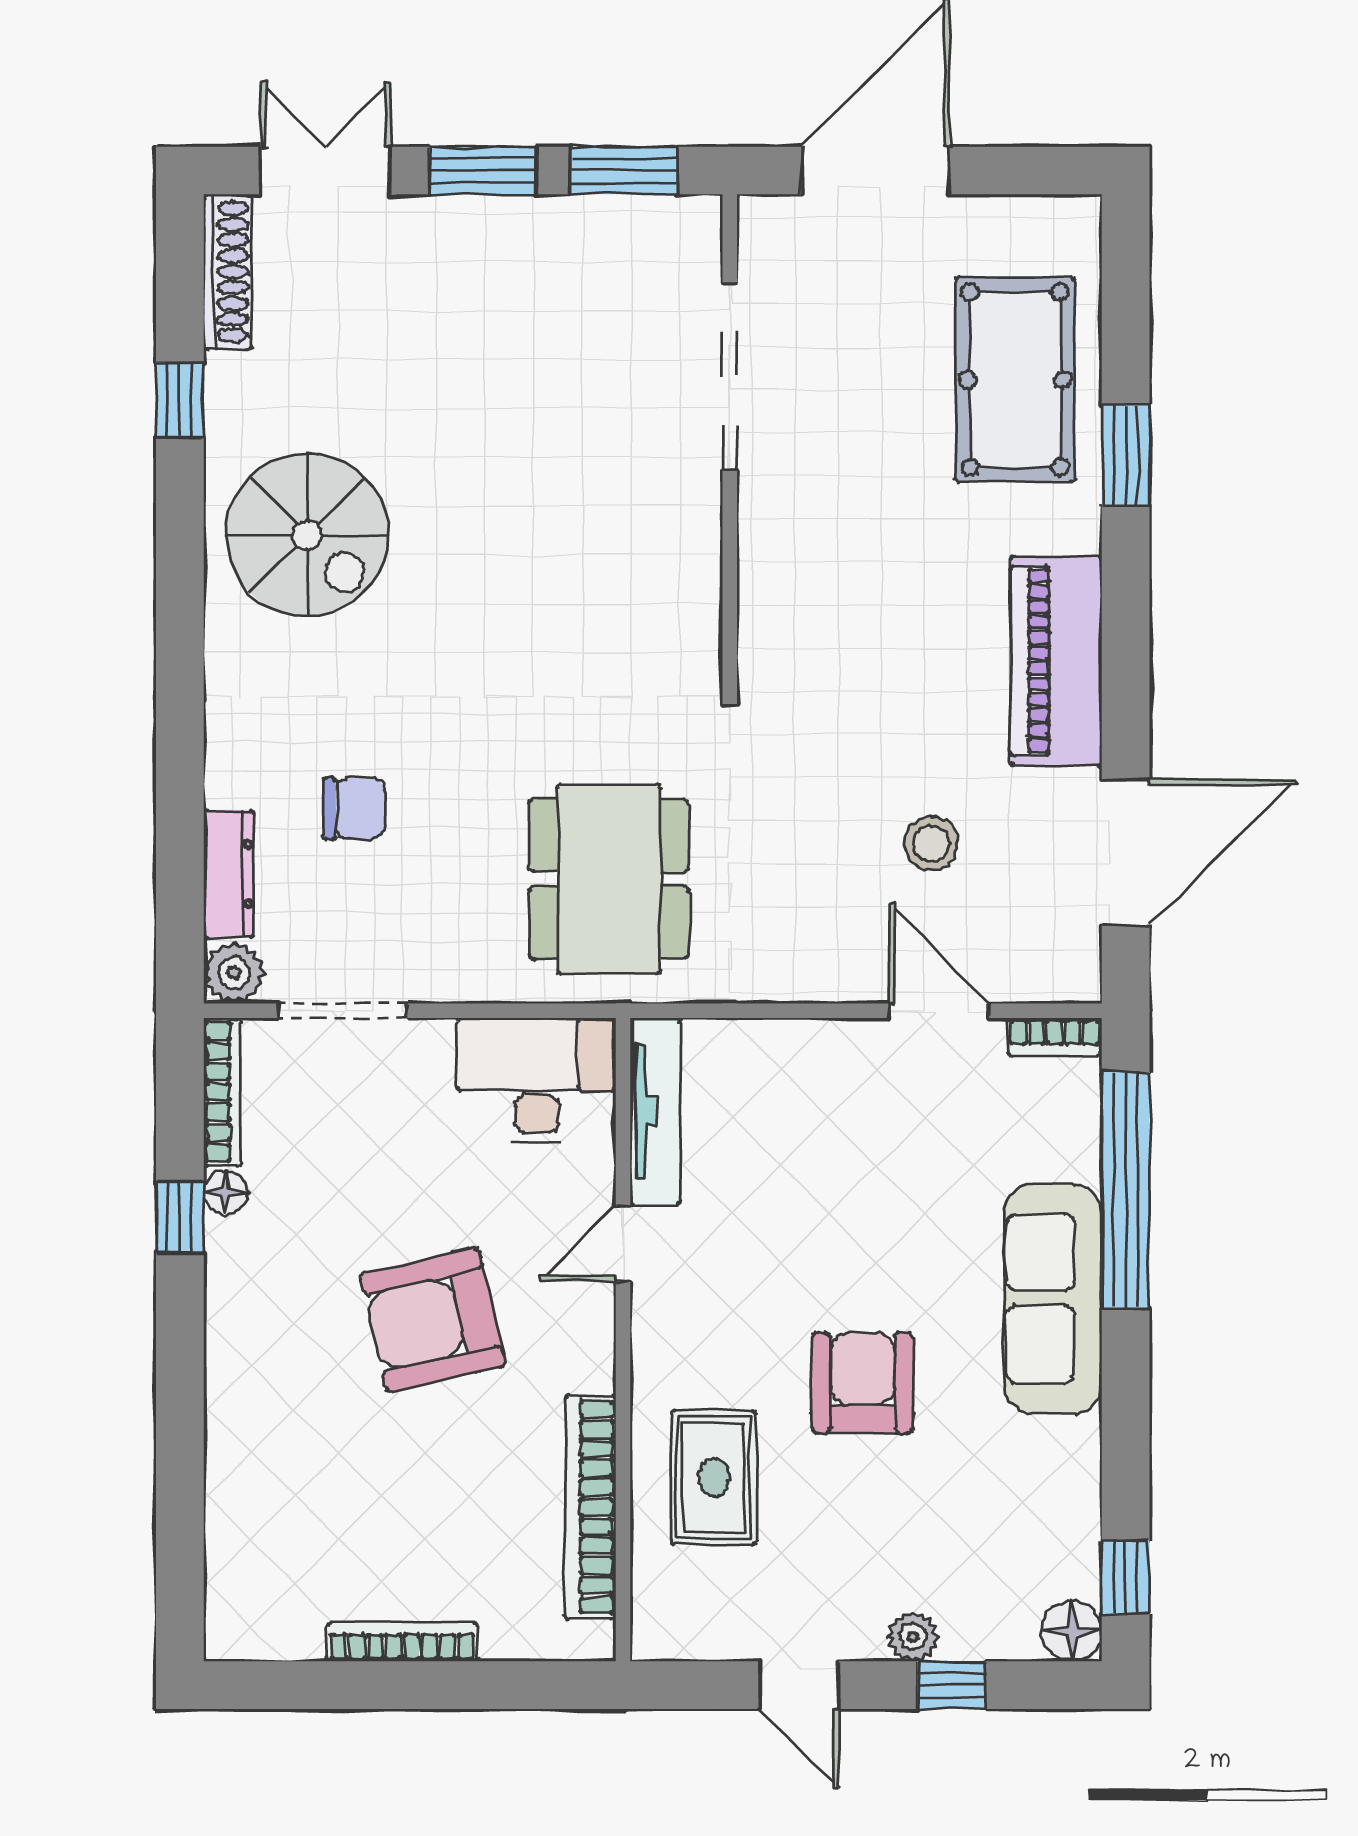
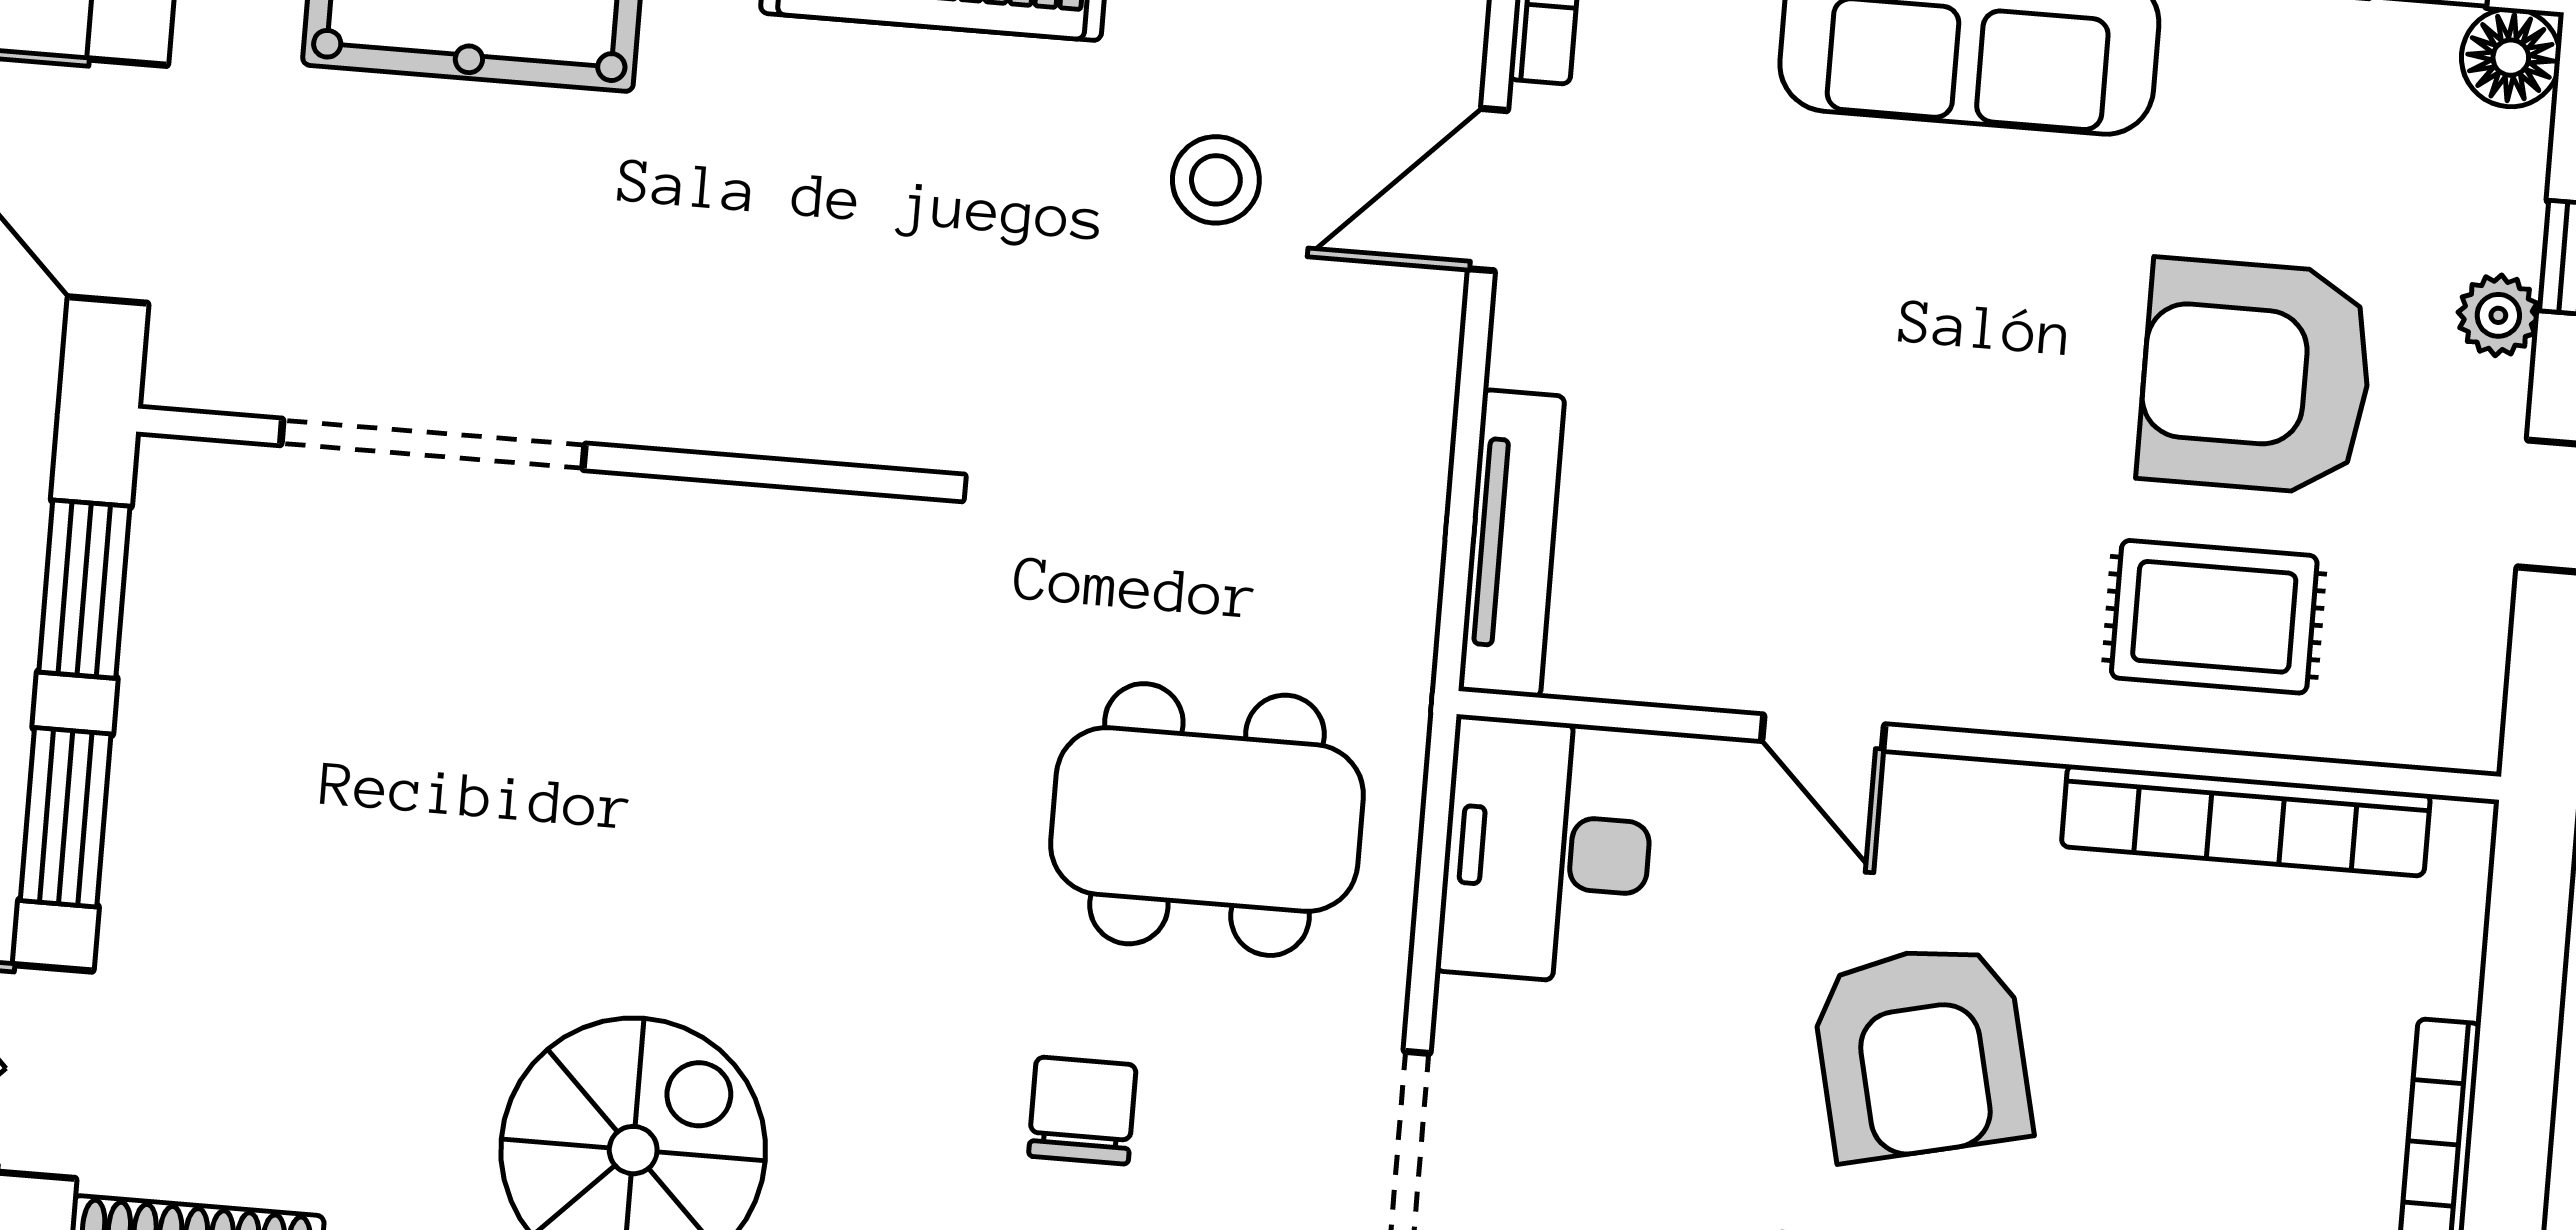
dining table: (609, 879) -> (1207, 820), moved
tv unit: (655, 1111) -> (1512, 544), moved, turned 90
armchair: (862, 1383) -> (2256, 376), moved, width x1.36, depth x1.36

